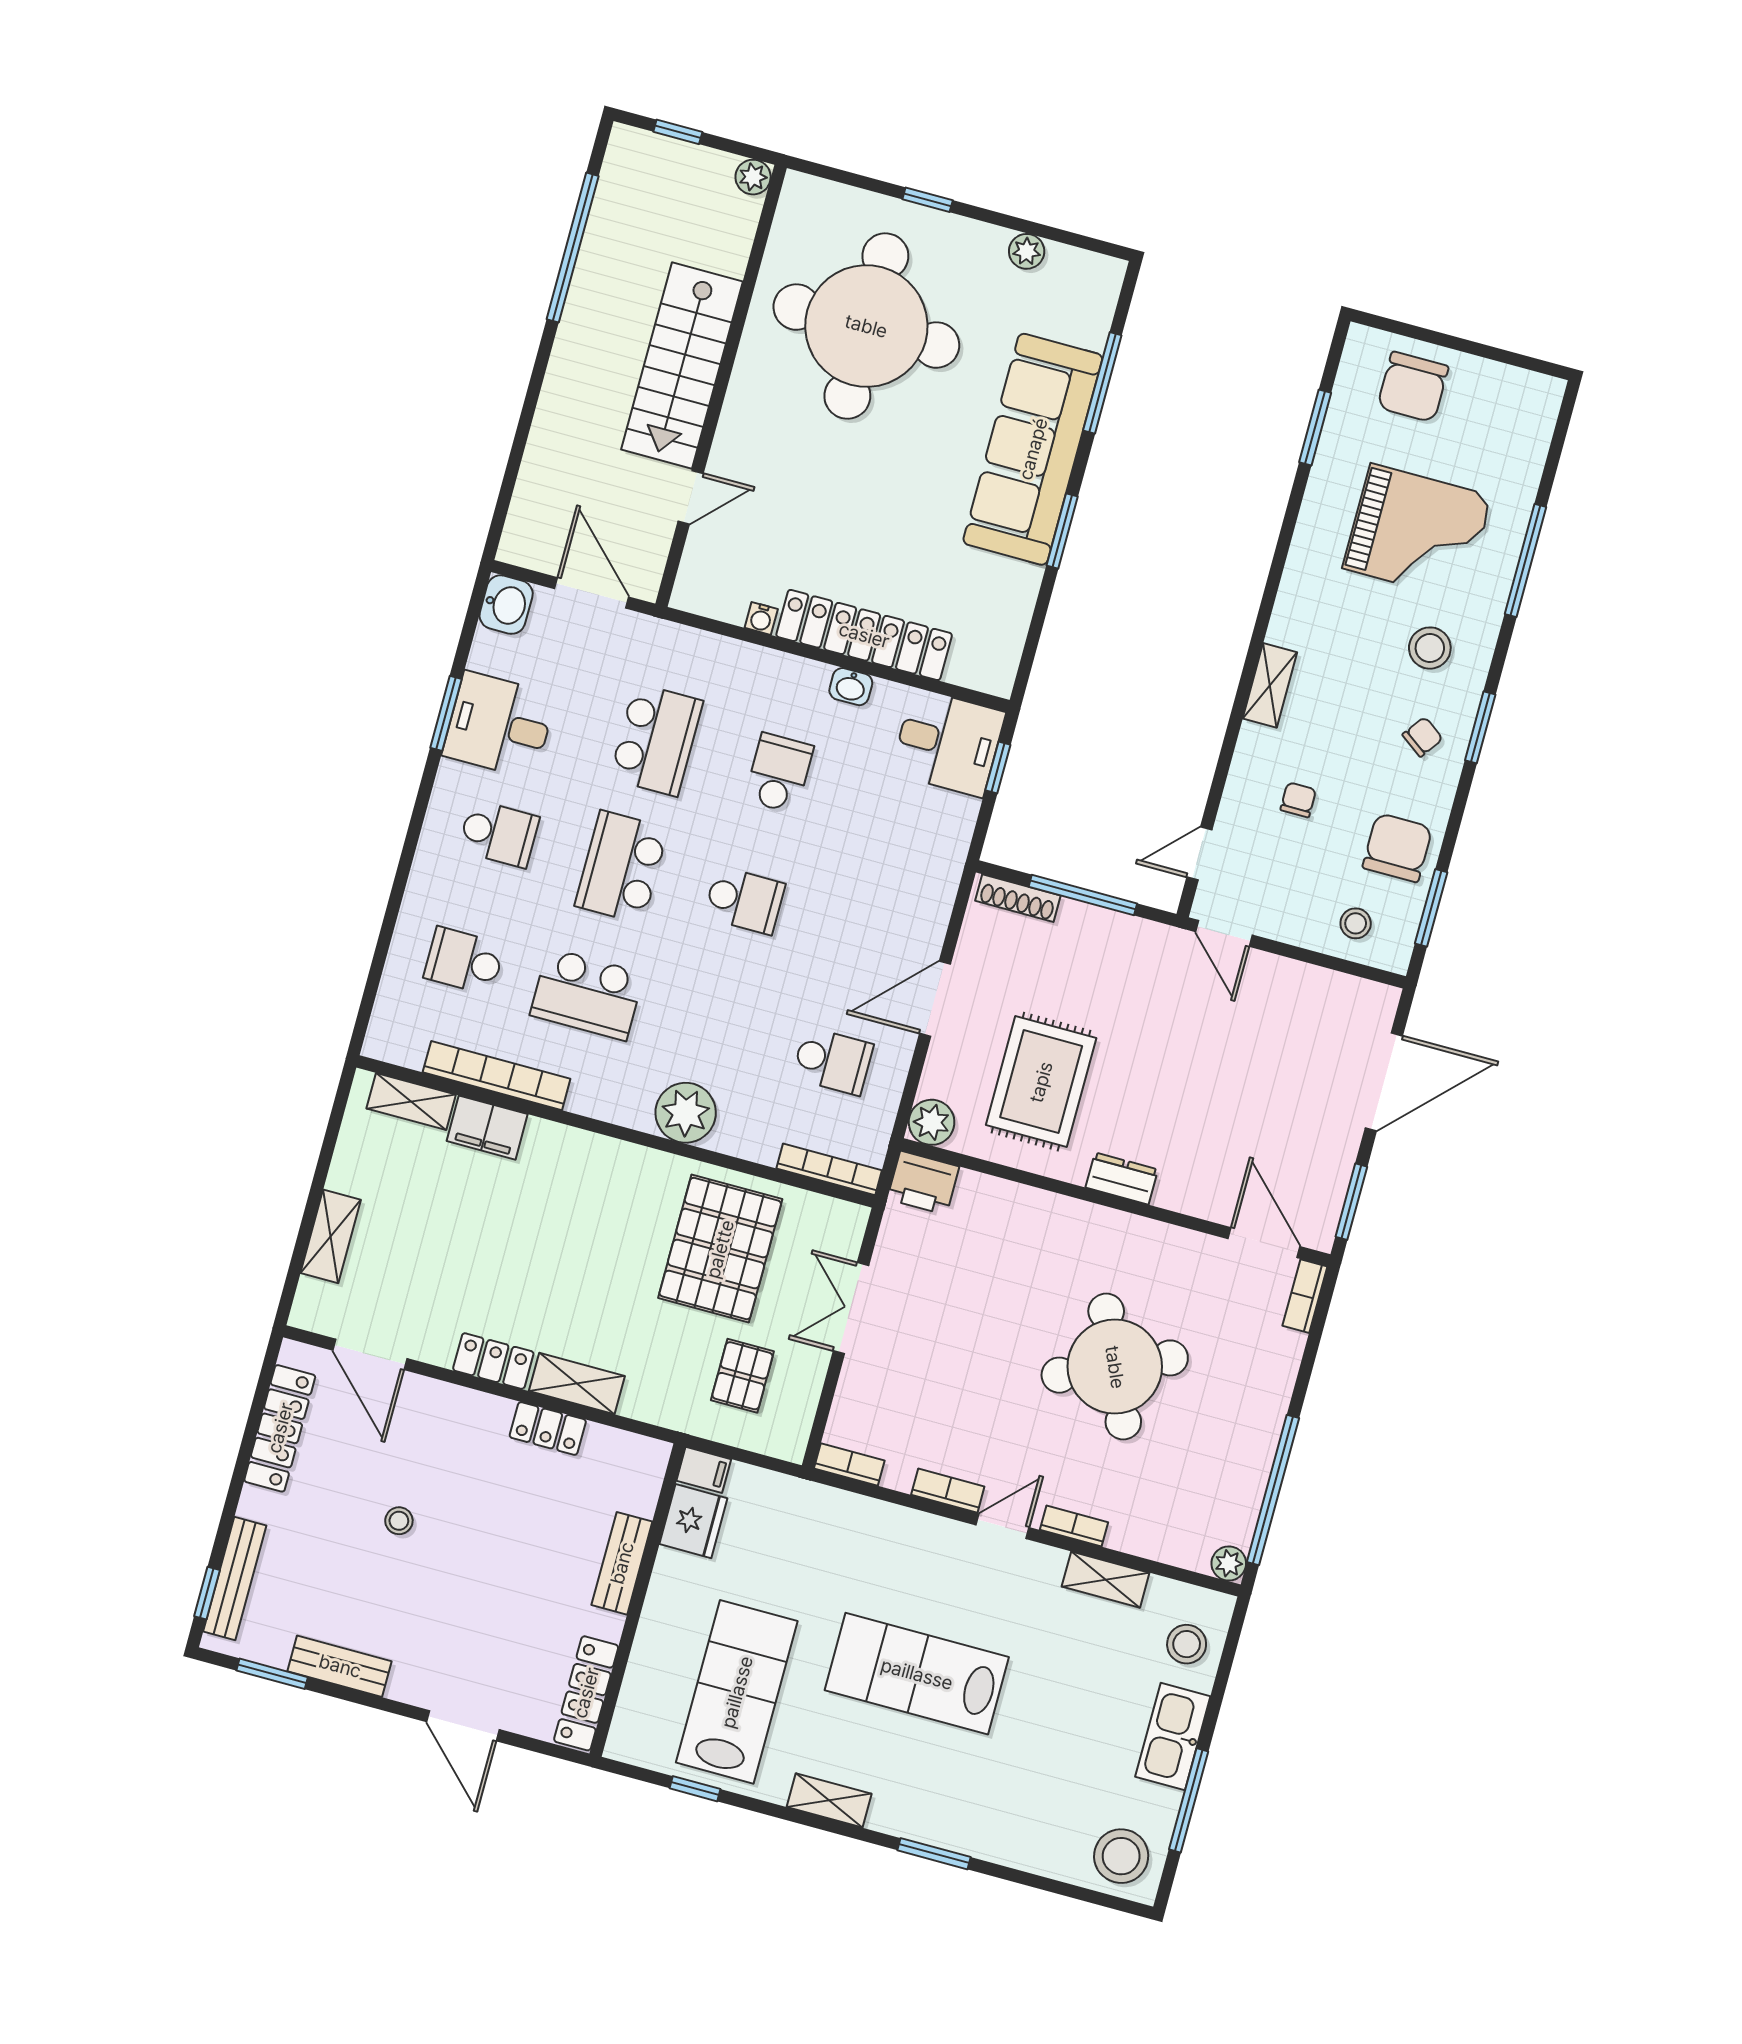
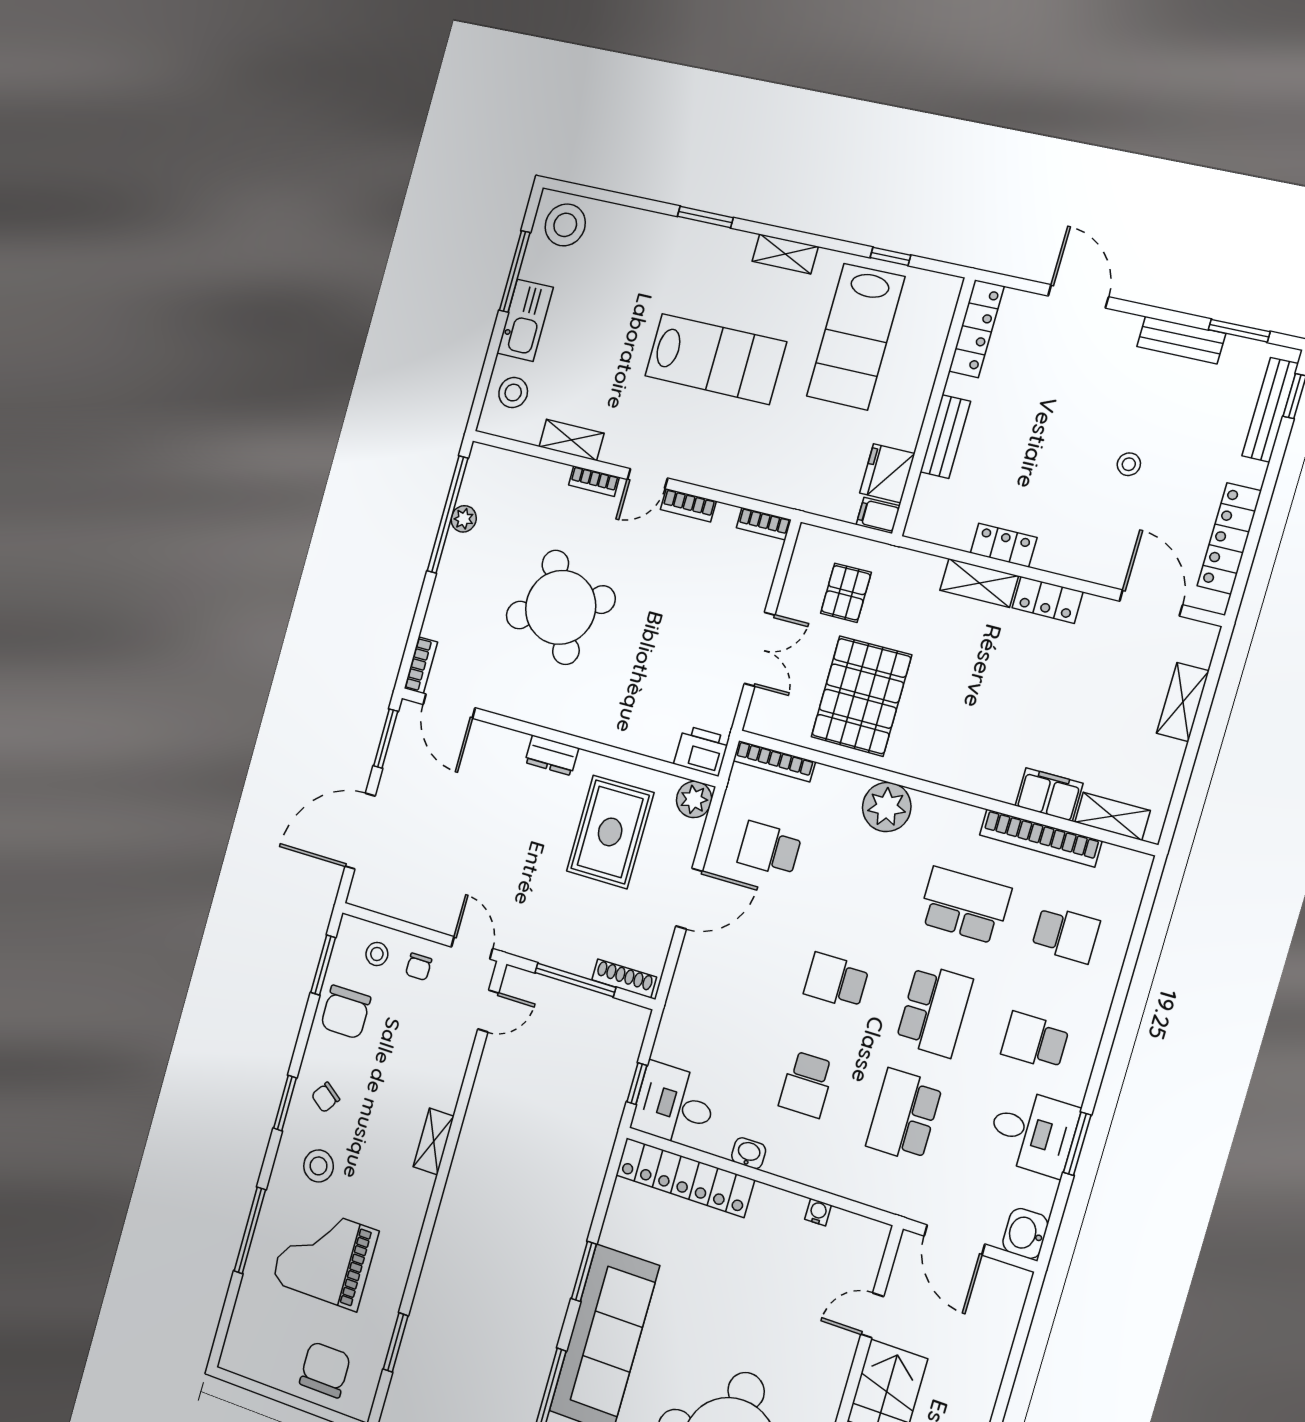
locker: (864, 635) -> (685, 1177), moved
chair: (1298, 800) -> (419, 967), moved
plant: (1229, 1563) -> (464, 519), moved

